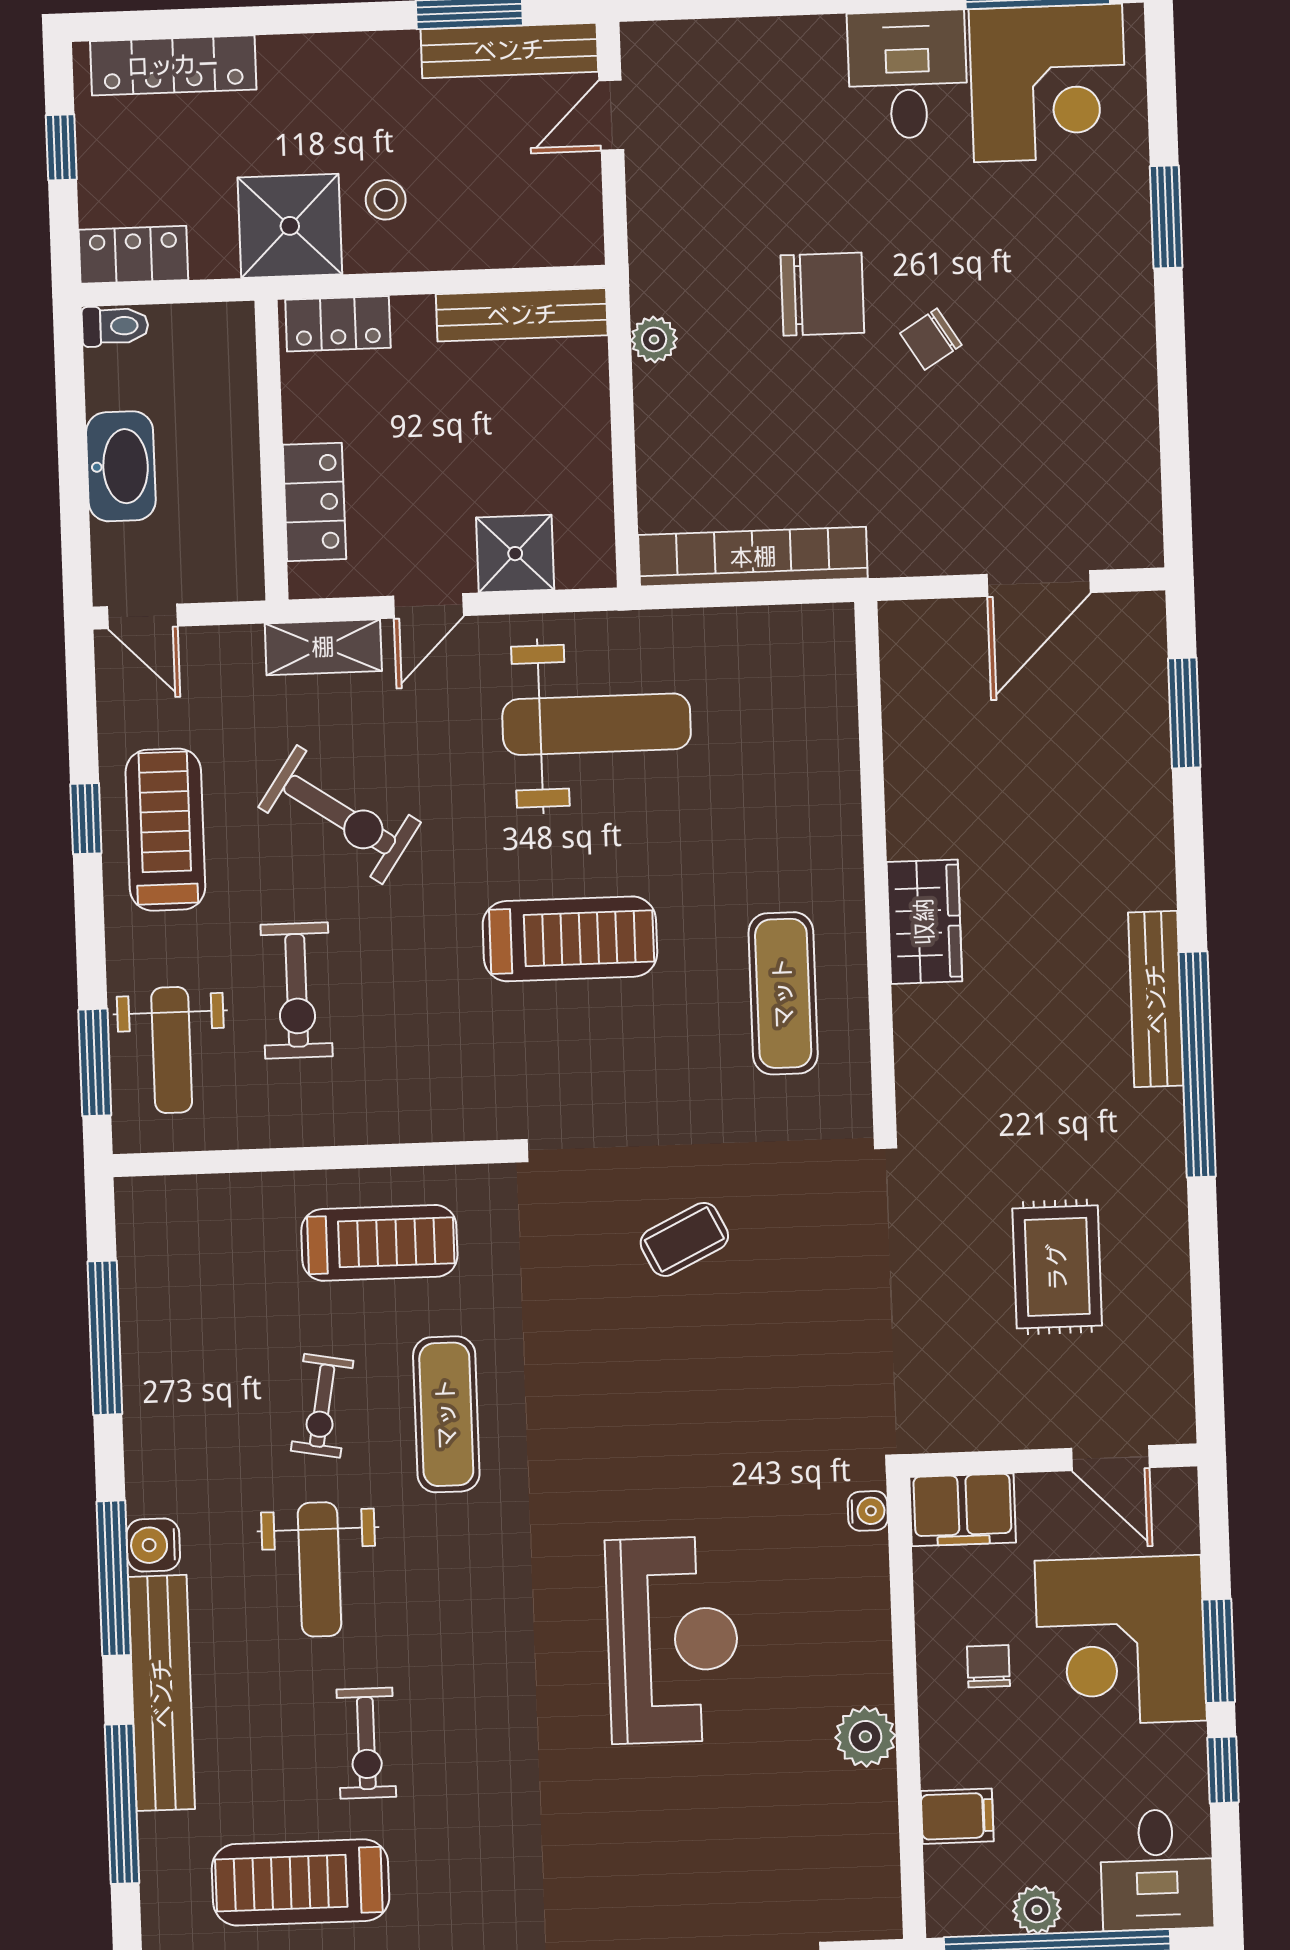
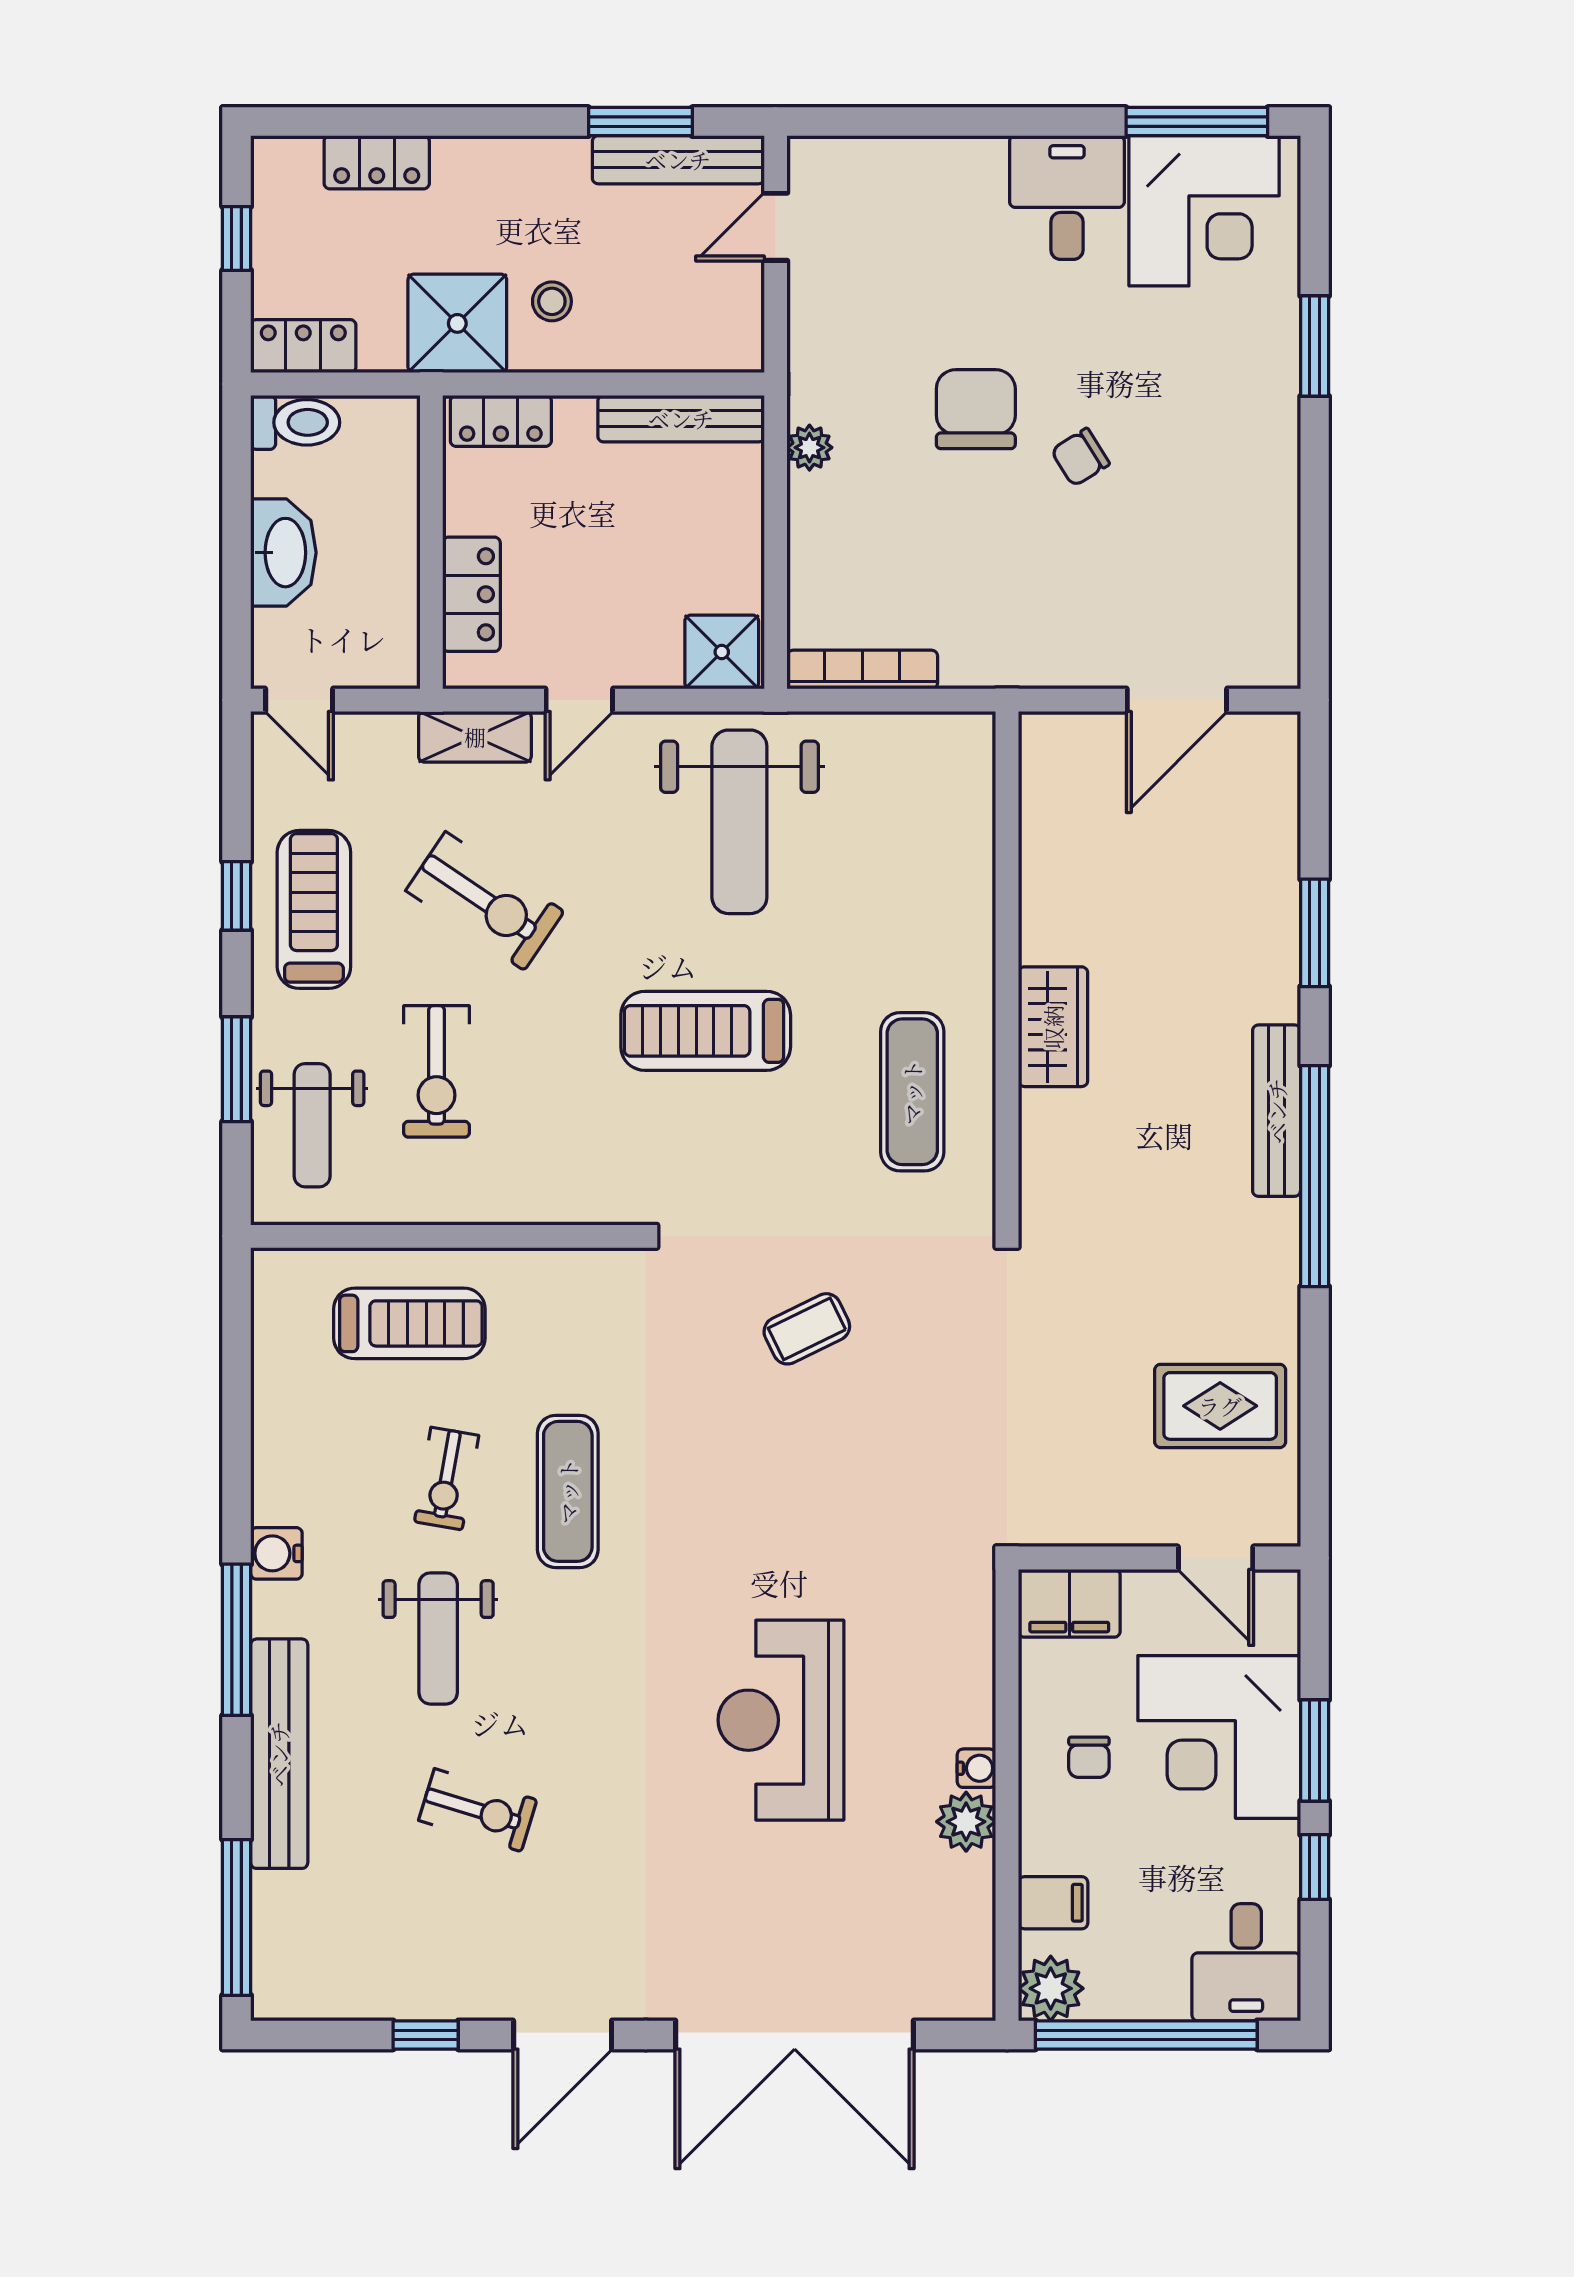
locker: (173, 65) -> (377, 162), width x0.66
chair: (822, 294) -> (976, 409), turned -90
toilet: (115, 326) -> (295, 422), width x1.37, depth x1.39
shower: (515, 554) -> (722, 652), moved
bookcase: (753, 557) -> (862, 670), width x0.68, depth x0.76
window: (1184, 713) -> (1315, 933), moved
weight bench: (597, 724) -> (739, 822), turned 90
treadmill: (570, 939) -> (706, 1031), turned 180
window: (95, 1062) -> (237, 1069), moved
treadmill: (379, 1243) -> (409, 1323), moved
rug: (1057, 1267) -> (1220, 1406), moved, turned 90
window: (105, 1338) -> (237, 1404), removed
water cooler: (868, 1511) -> (976, 1768), moved
water cooler: (153, 1545) -> (276, 1553), moved
reception desk: (673, 1640) -> (781, 1720), turned 180
chair: (988, 1666) -> (1089, 1757), turned 180
exercise bike: (366, 1743) -> (478, 1810), turned -73
window: (122, 1804) -> (237, 1917), moved
treadmill: (301, 1882) -> (408, 1944), removed
plant: (1037, 1910) -> (1051, 1988), moved, width x1.38, depth x1.38

